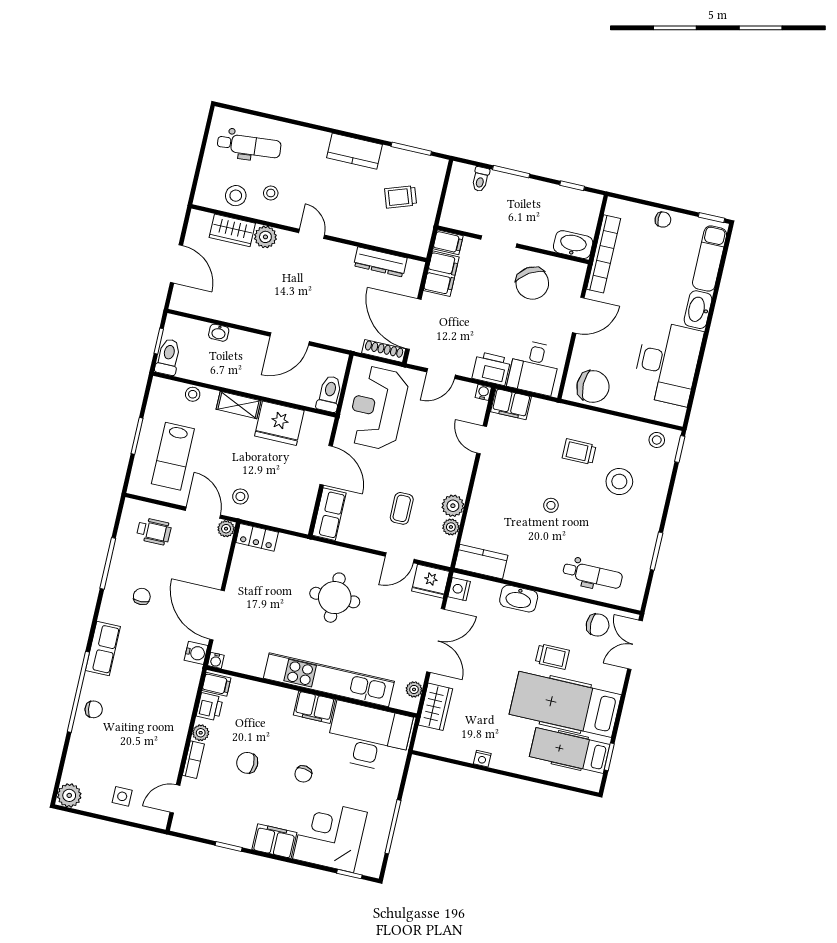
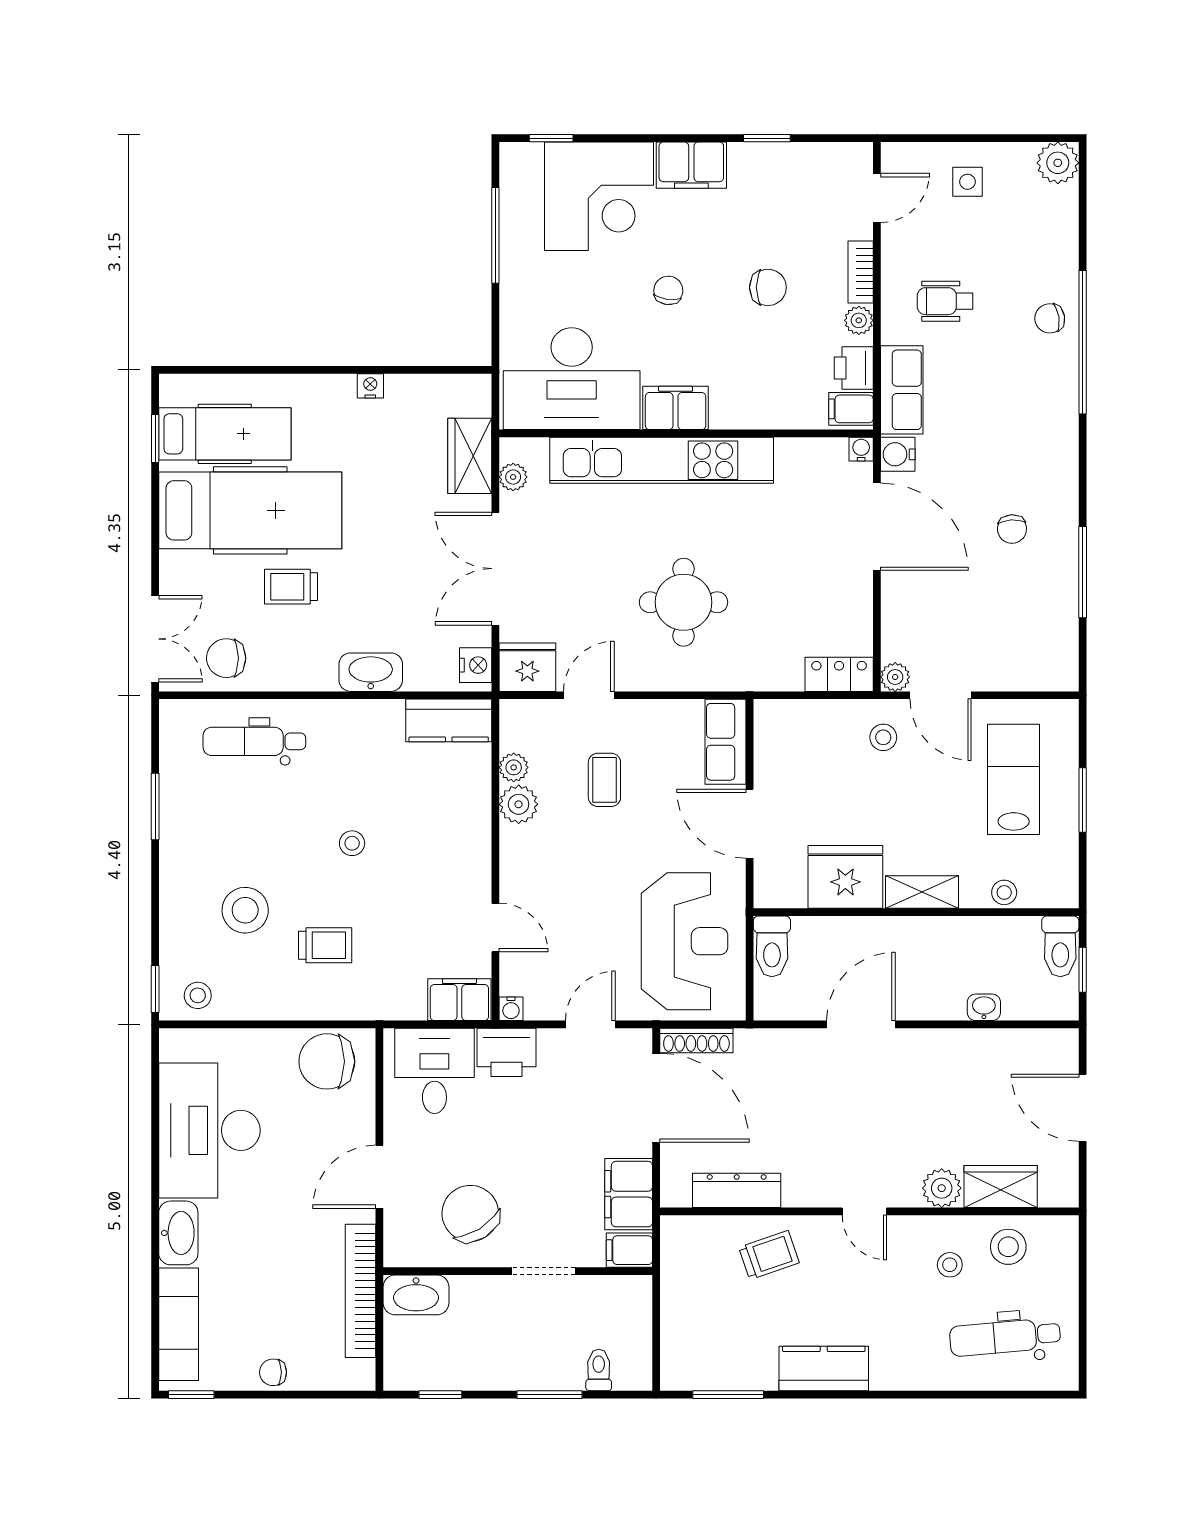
trolley: (401, 197) -> (769, 1255), moved
wheelchair: (154, 531) -> (945, 301), moved
row of seats: (103, 649) -> (902, 390), moved, turned 180

